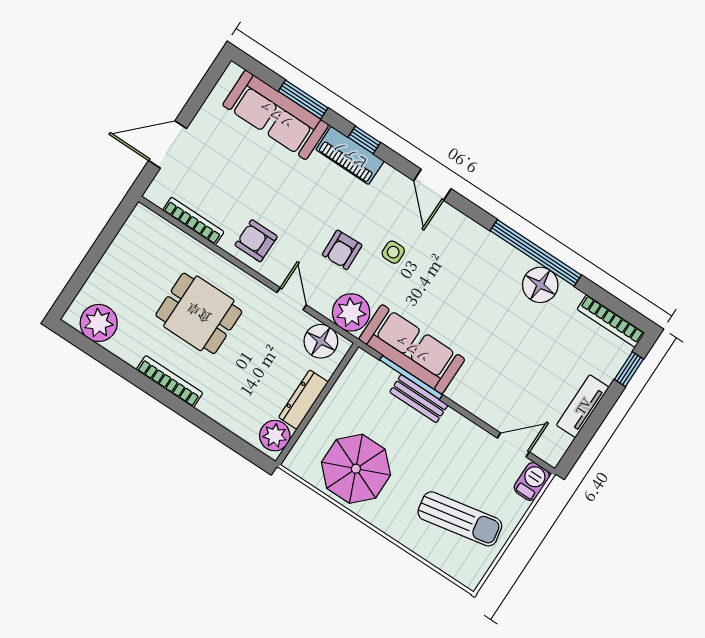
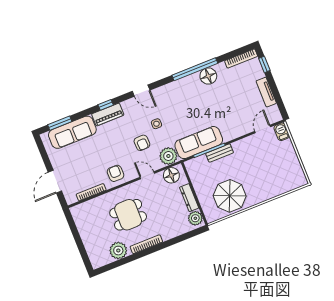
window: (303, 99) -> (60, 123), moved
armchair: (256, 241) -> (115, 173), turned 90
plant: (99, 323) -> (118, 251), moved
sun lounger: (460, 519) -> (277, 169), removed

